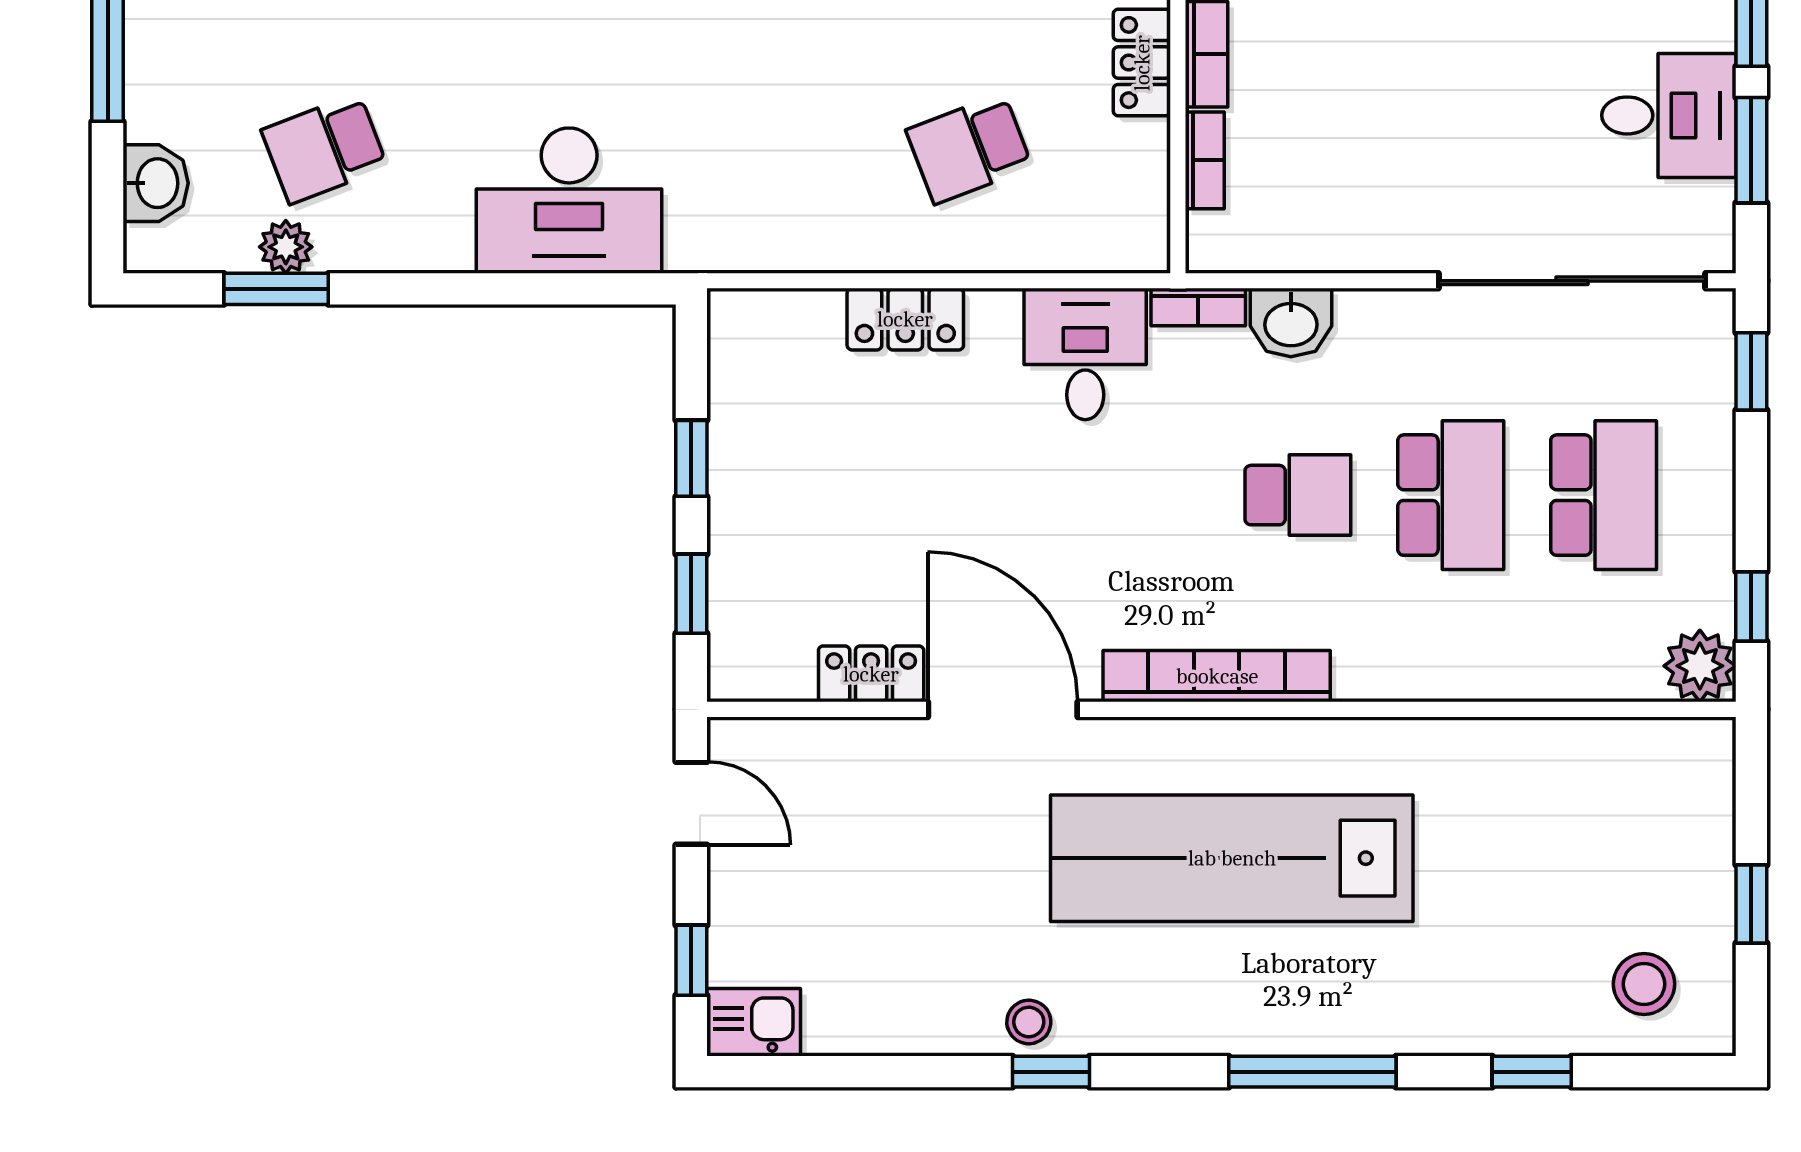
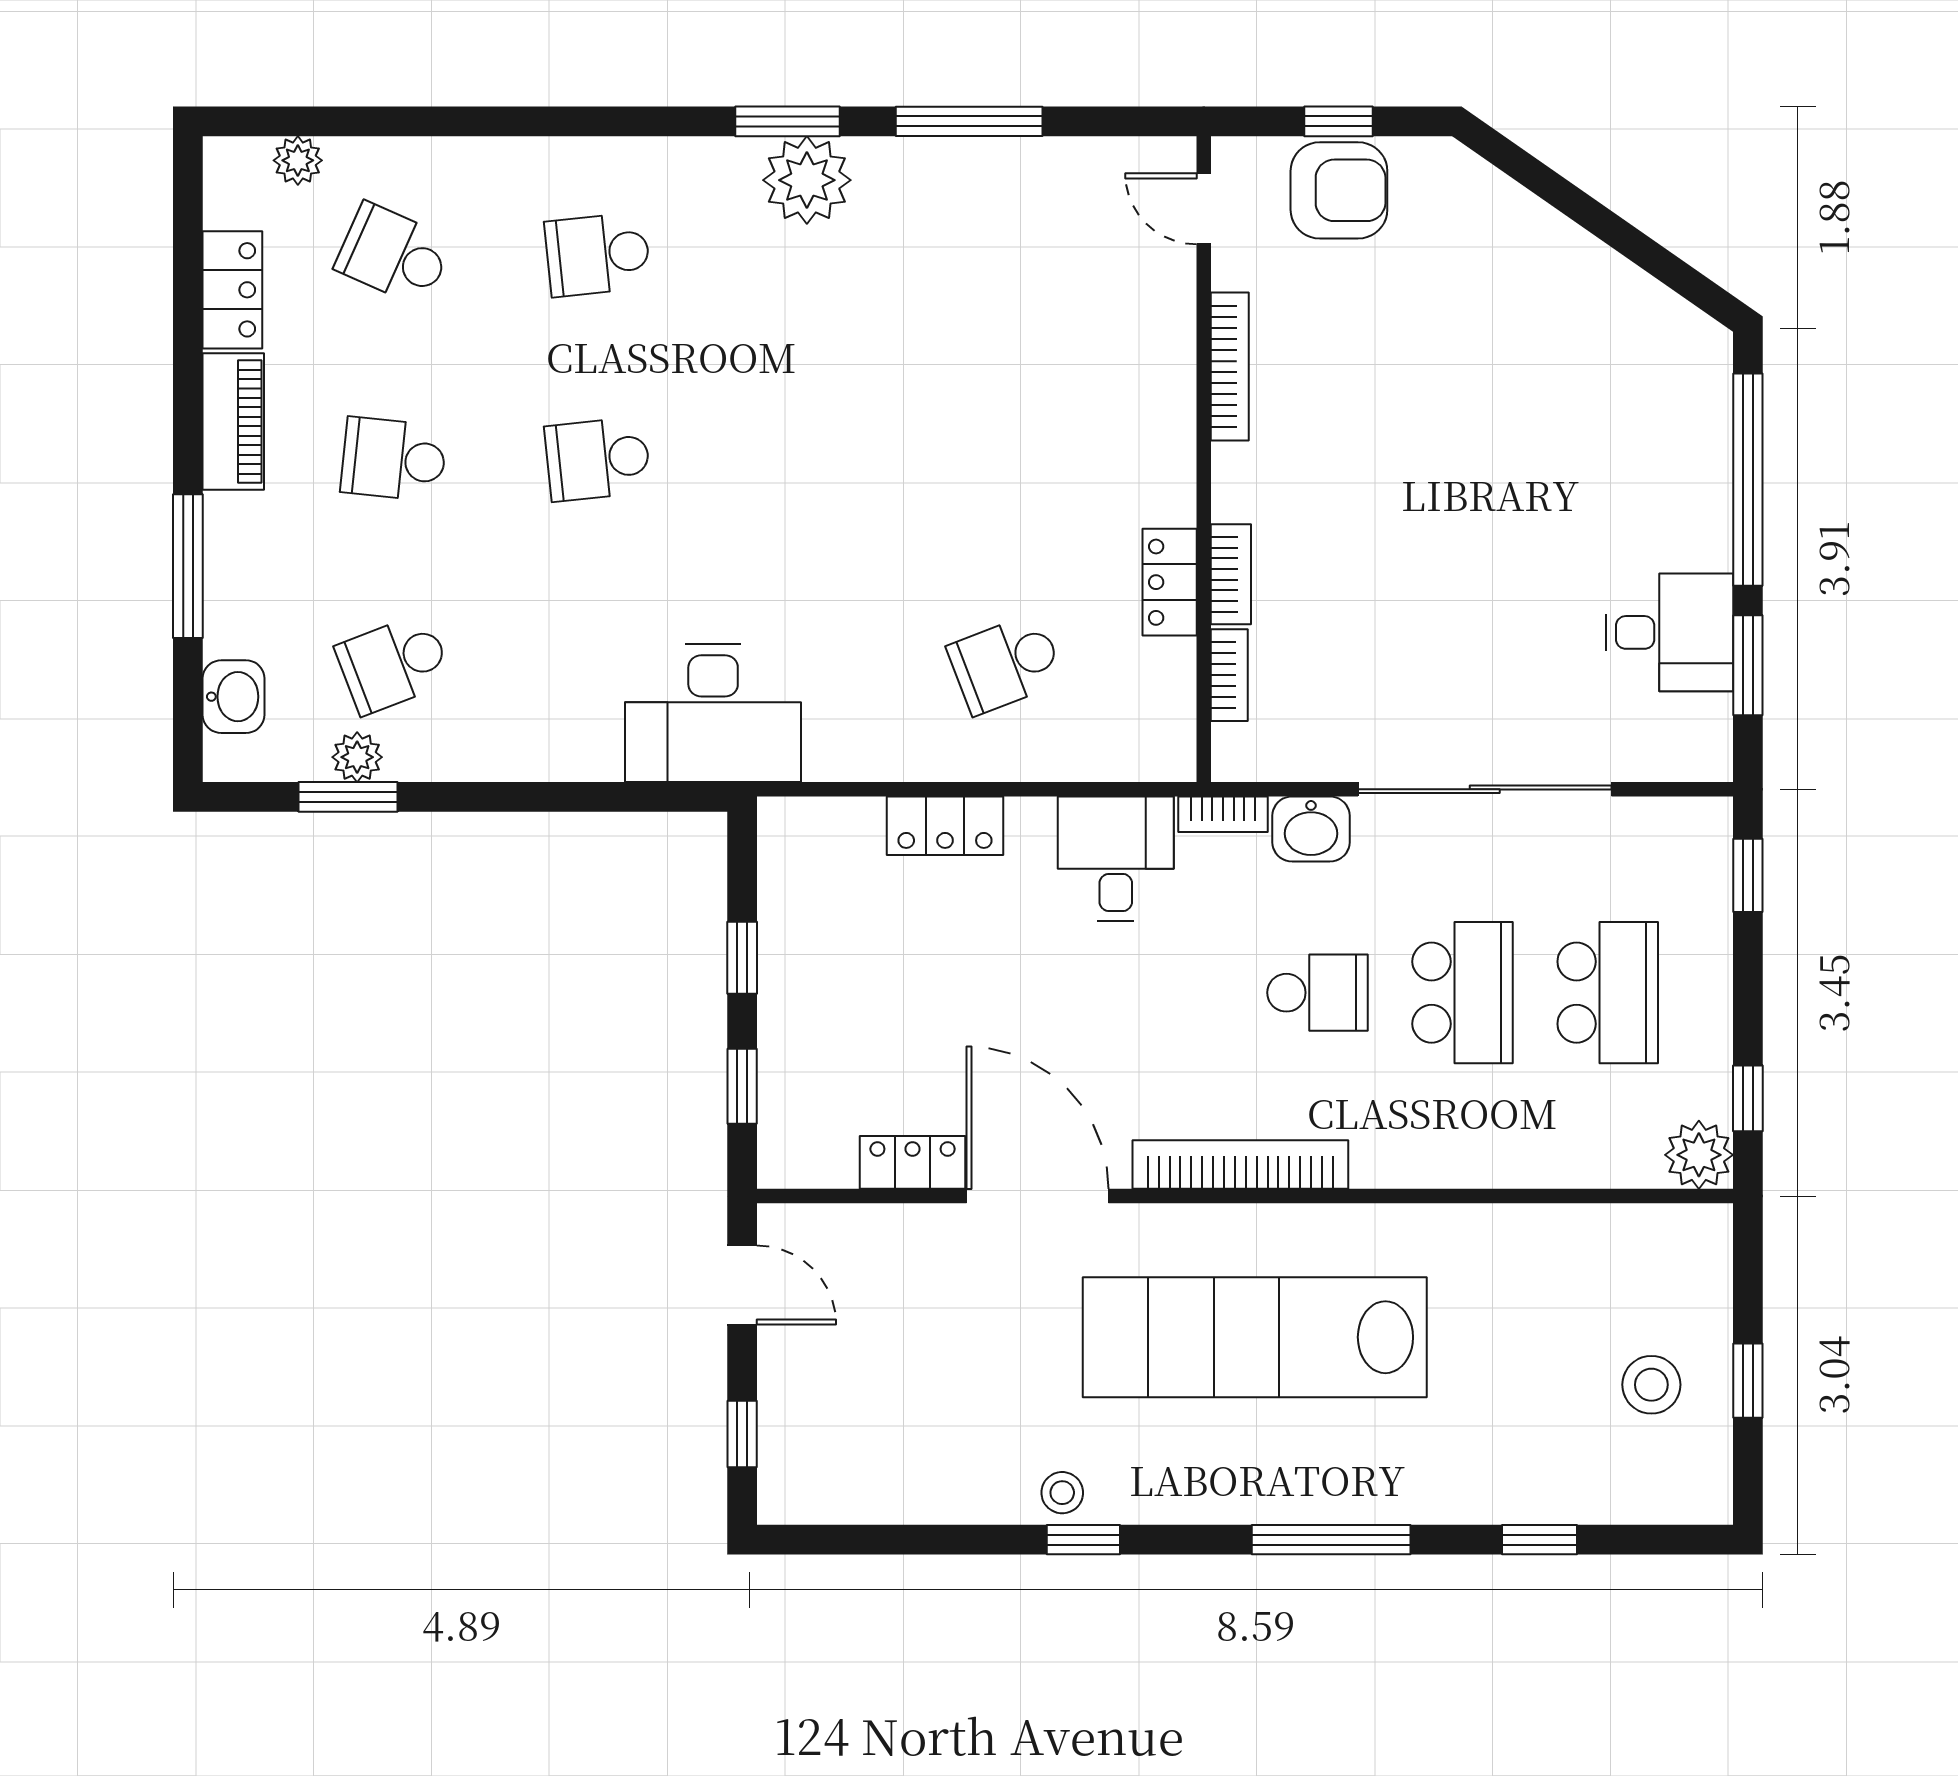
desk: (569, 201) -> (713, 713), moved
sliding door: (1572, 281) -> (1485, 789), moved
stool: (1644, 984) -> (1651, 1385), moved
kitchen sink: (754, 1022) -> (801, 1493), removed

